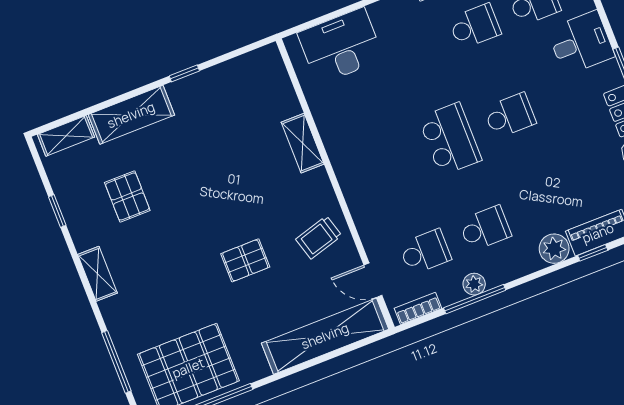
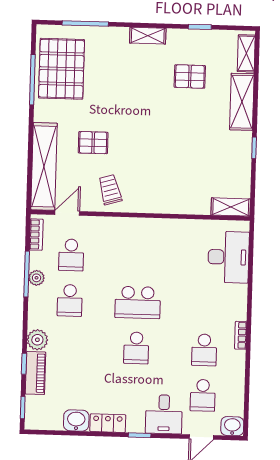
shelving: (303, 143) -> (231, 207), moved
pallet: (245, 260) -> (93, 143), moved, turned 90

